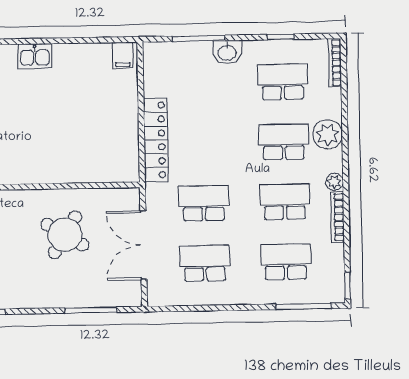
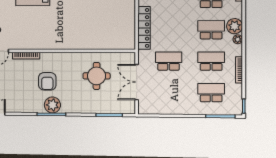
plant: (334, 182) -> (238, 39), moved
round table: (65, 235) -> (96, 76), turned -31
school desk: (205, 263) -> (168, 92), removed

